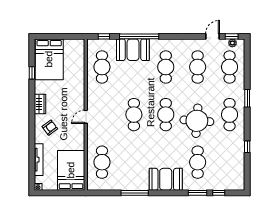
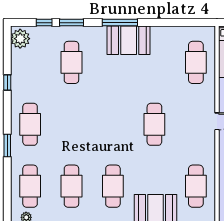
cafe table: (166, 115) -> (113, 124), removed
round table: (197, 121) -> (72, 116), removed
booth: (166, 179) -> (129, 40), moved
plant: (237, 180) -> (20, 39), added
window: (135, 193) -> (120, 23), moved

